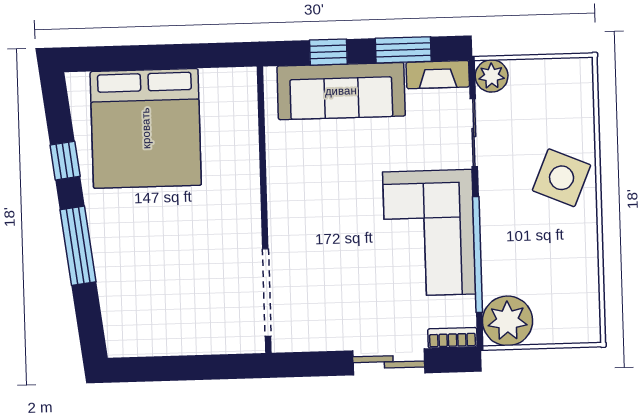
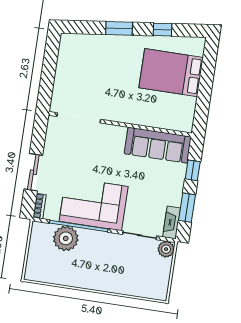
sofa: (341, 91) -> (158, 145), moved, turned -90
bed: (146, 128) -> (171, 73), width x0.73
side table: (562, 178) -> (109, 275), removed
window: (78, 246) -> (119, 28), width x0.69
plant: (508, 321) -> (66, 238), moved

